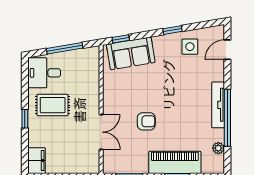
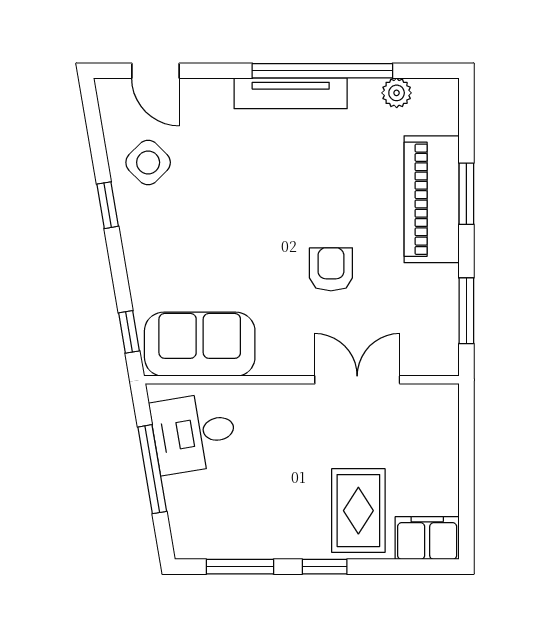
side table: (190, 47) -> (148, 162), turned 45
sofa: (131, 53) -> (200, 344), moved, turned -80
desk: (44, 73) -> (194, 433), moved, turned 80
window: (25, 84) -> (240, 567), added
rug: (53, 105) -> (358, 511), moved

